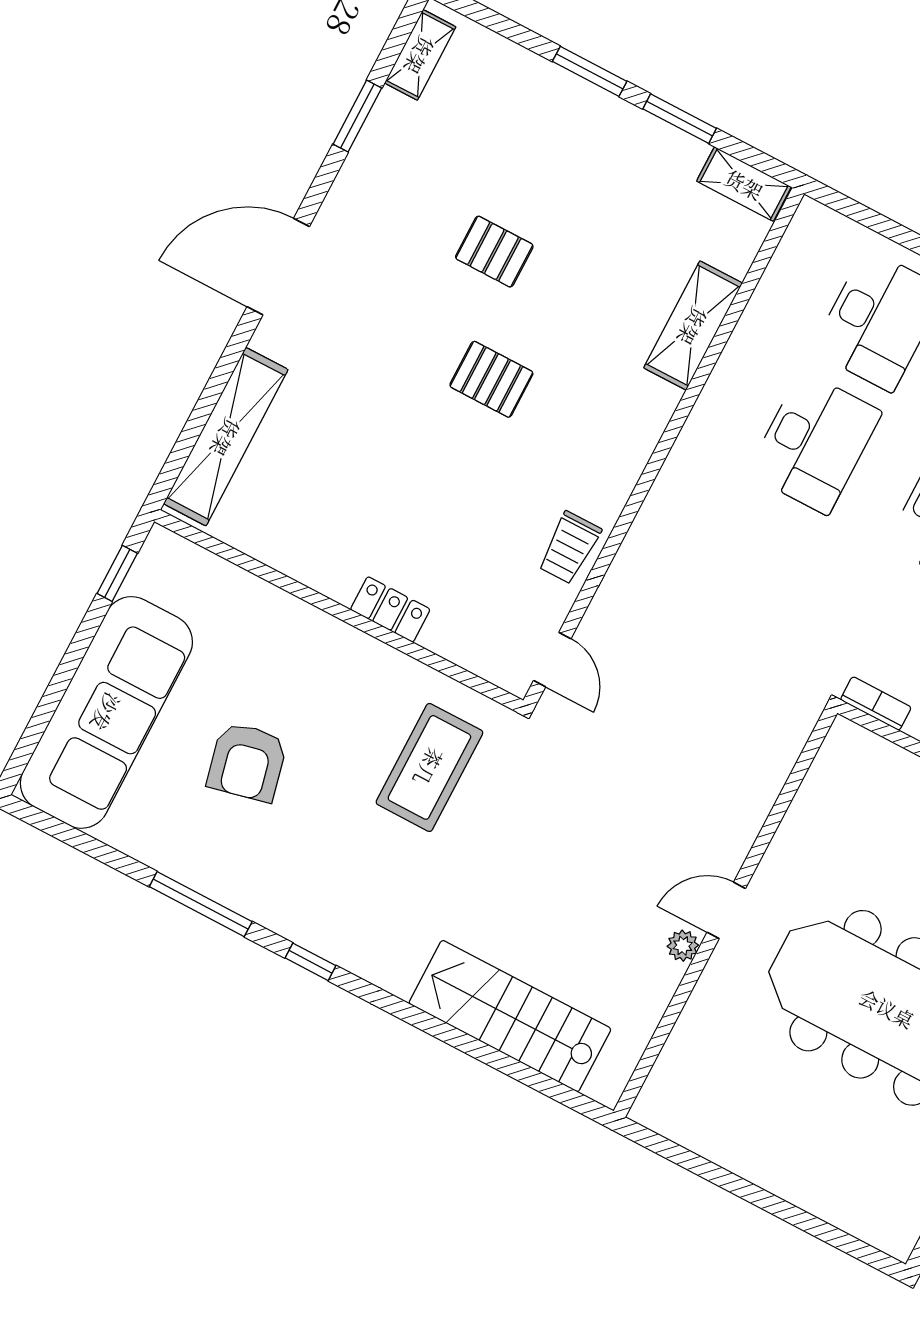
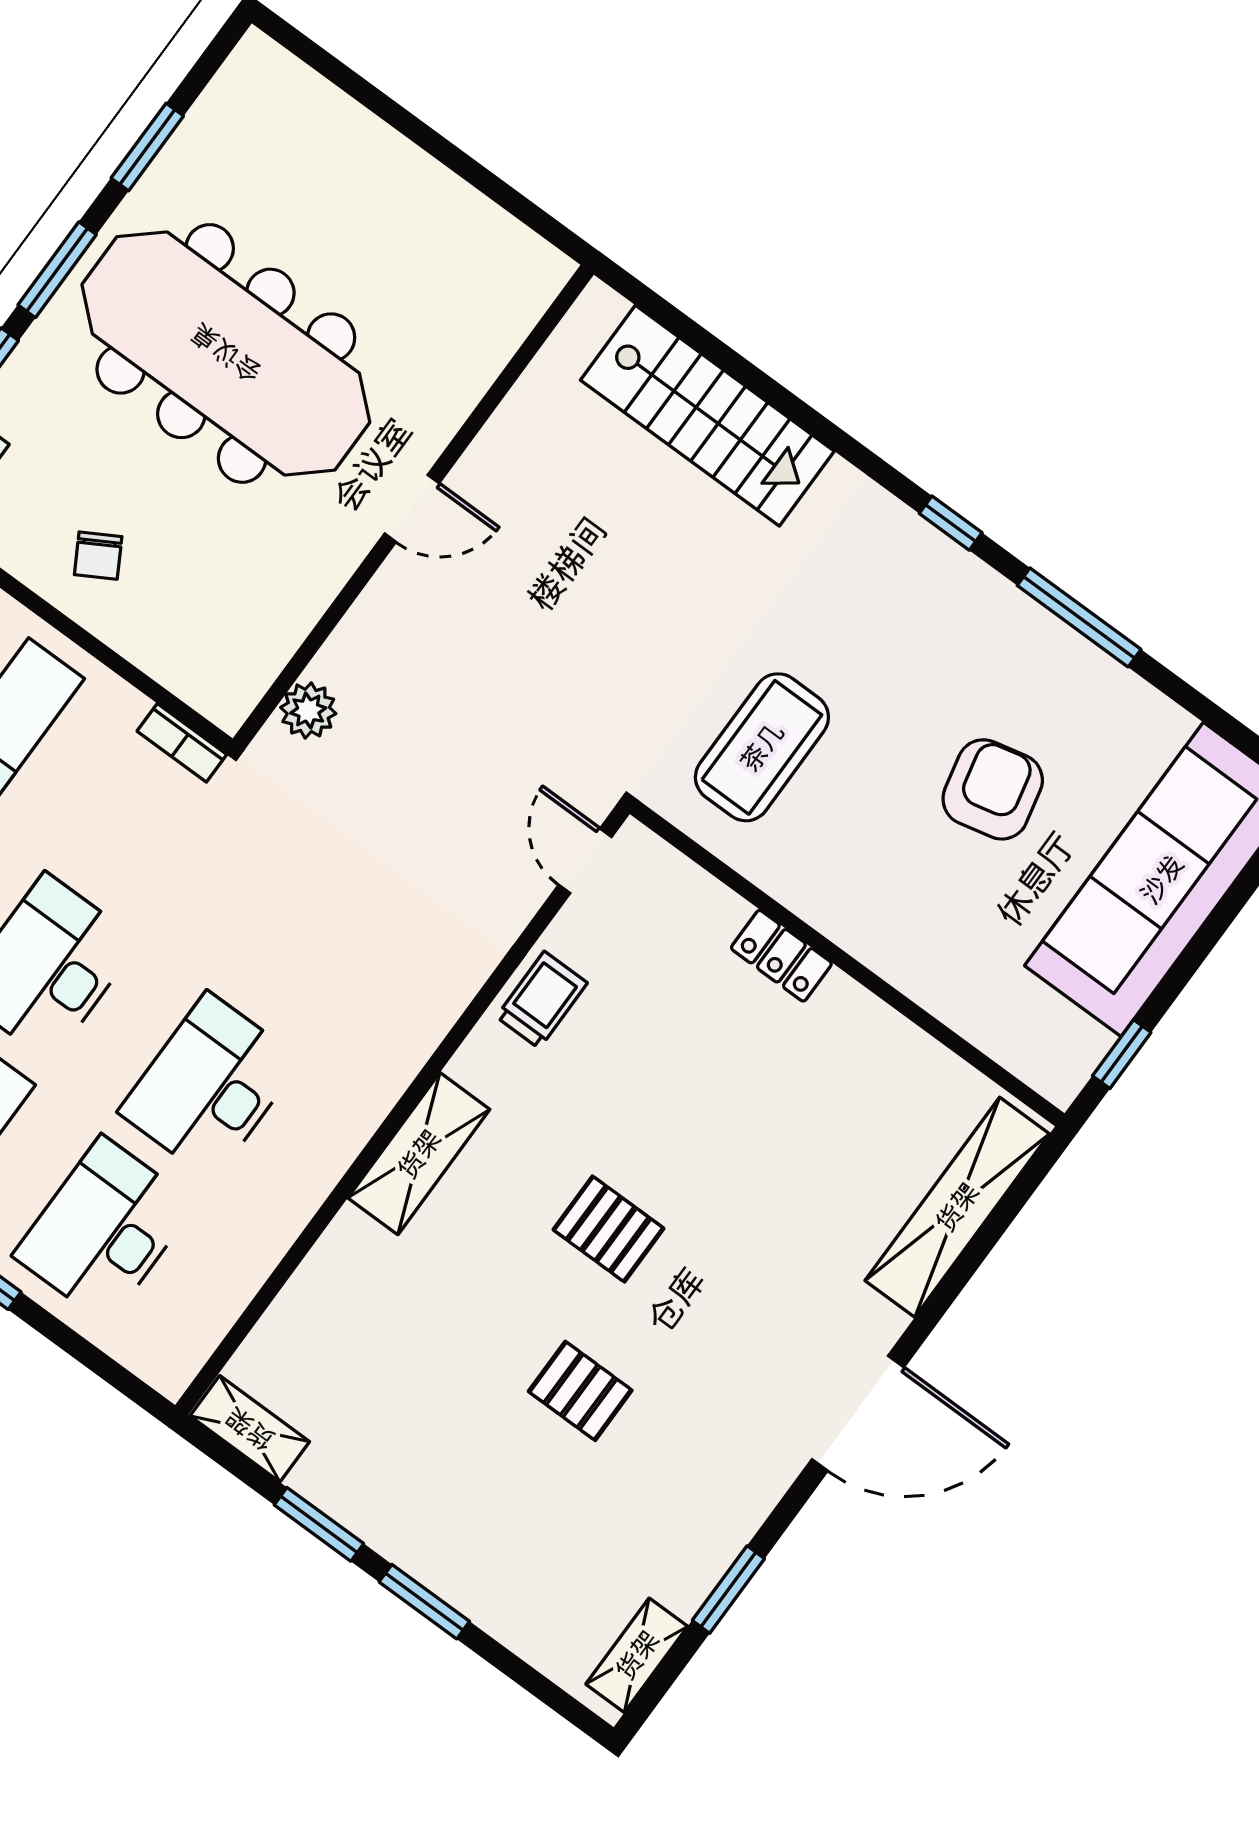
shelving: (693, 326) -> (419, 1154), moved
plant: (683, 946) -> (308, 710), moved, width x1.38, depth x1.38

